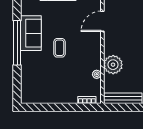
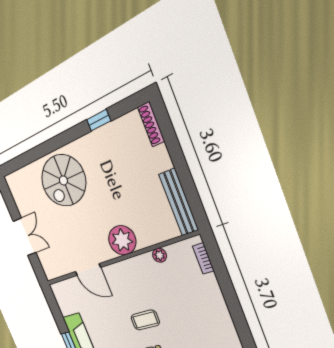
plant: (113, 65) -> (122, 240), moved

